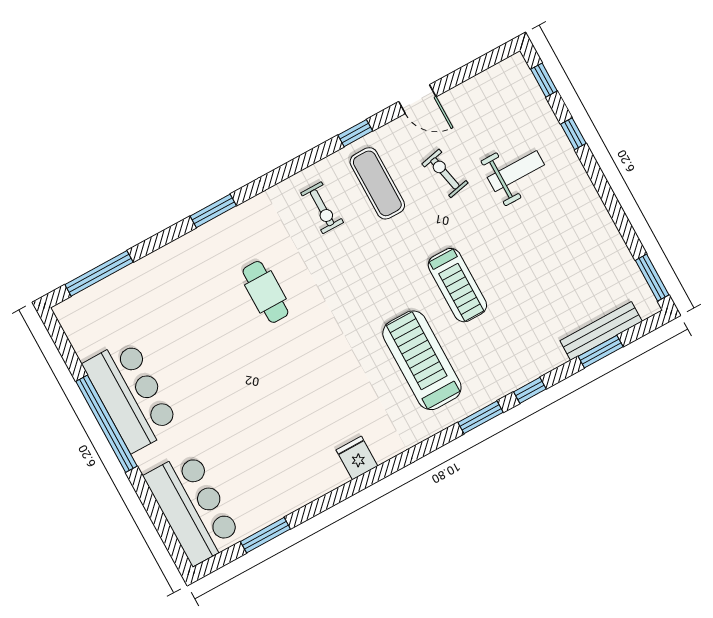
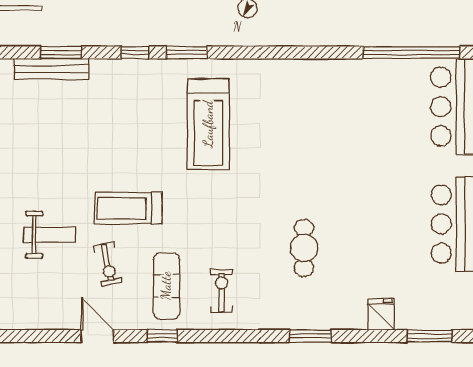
weight bench: (516, 171) -> (50, 235), turned 180
window: (99, 273) -> (430, 336), width x0.69
treadmill: (457, 285) -> (128, 208), moved, turned -90
fridge: (357, 458) -> (381, 314), moved, turned 180
window: (265, 535) -> (411, 53), width x2.11

